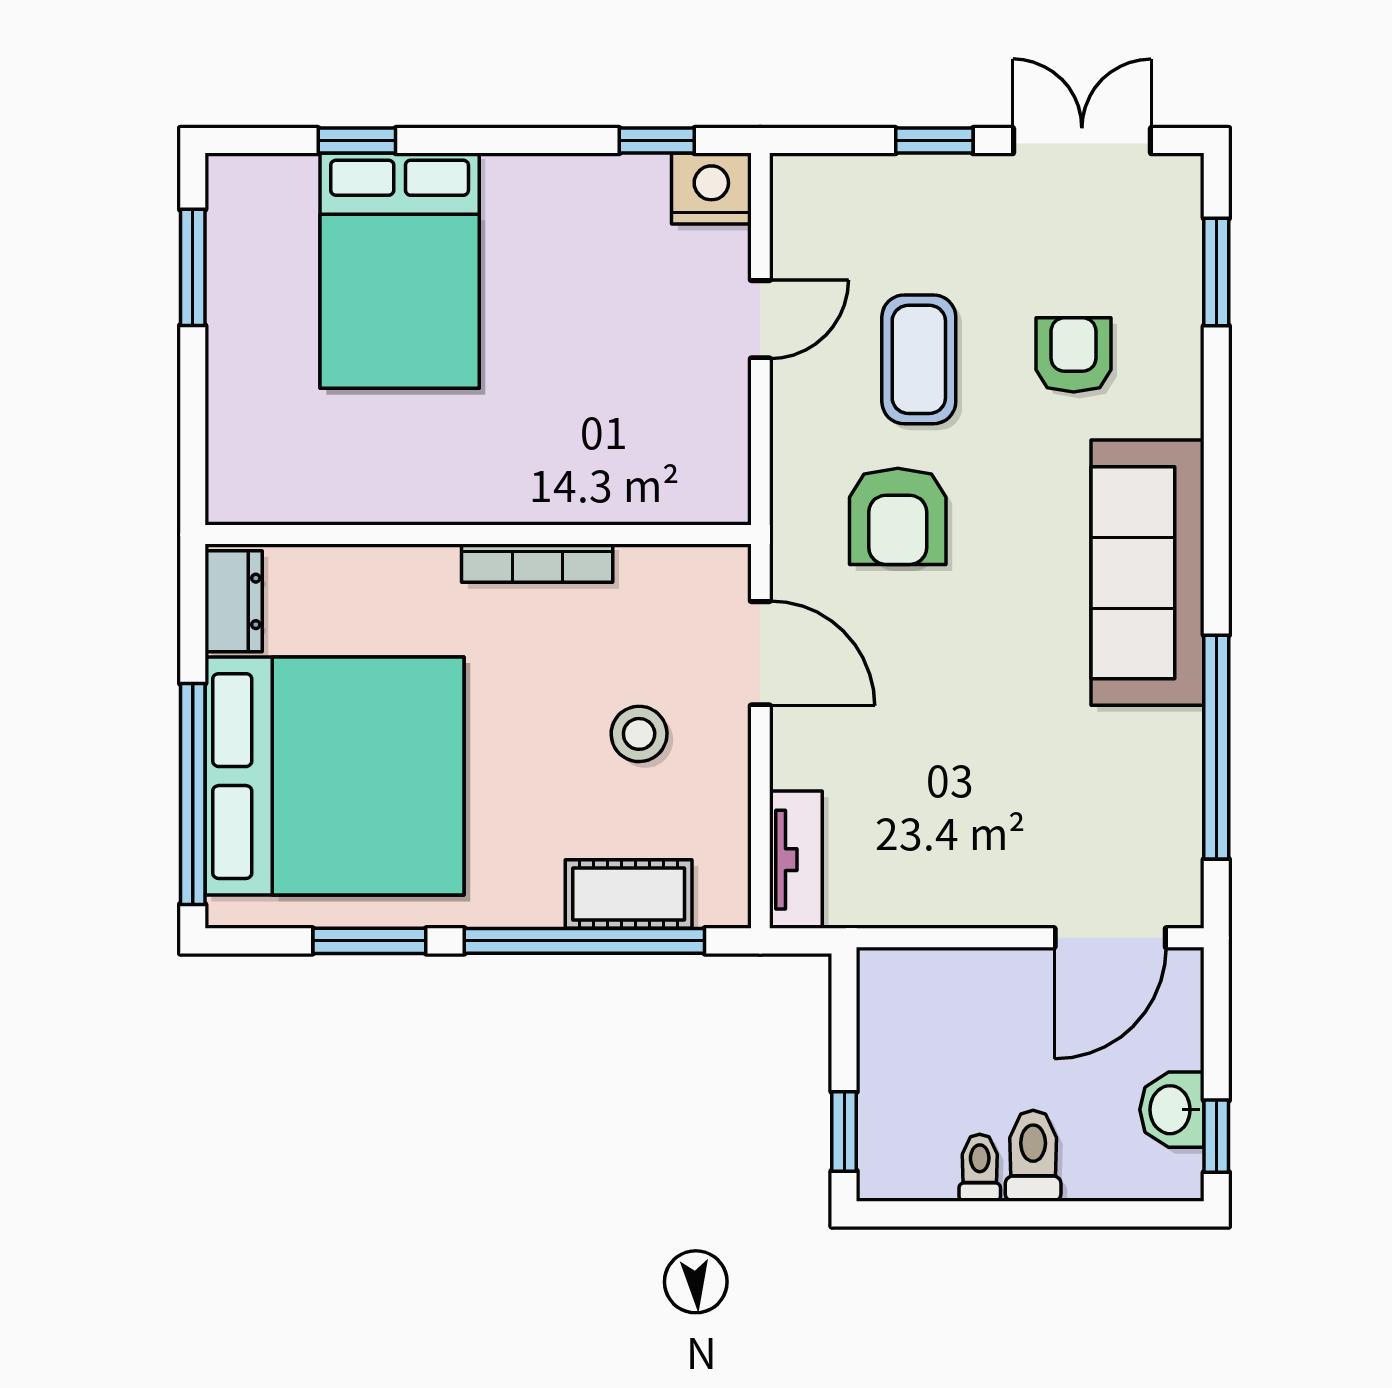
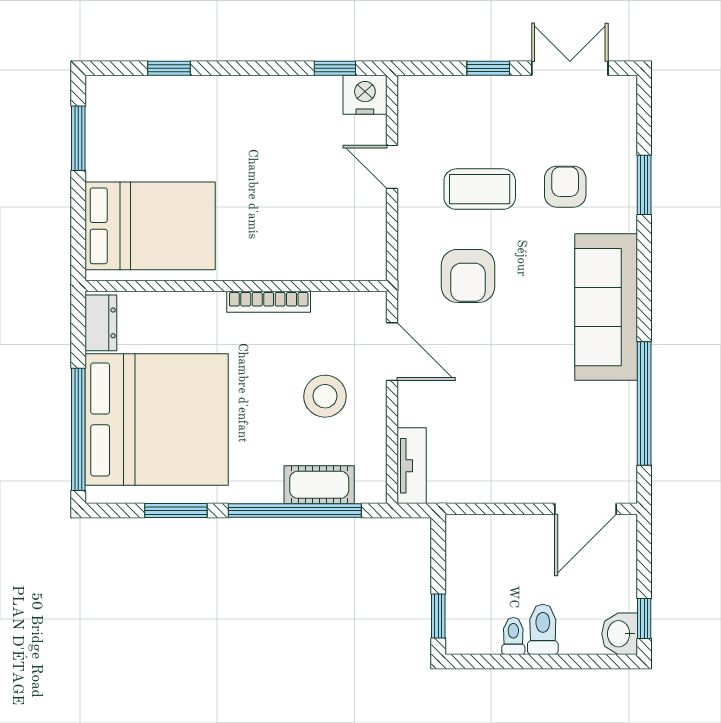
bed: (400, 271) -> (150, 226), moved, turned -90
window: (1216, 272) -> (644, 185), moved
door: (760, 319) -> (392, 167), swing flipped
coffee table: (919, 359) -> (480, 189), turned 90
stool: (639, 734) -> (325, 396), width x1.38, depth x1.38
washbasin: (1172, 1110) -> (620, 634), moved

